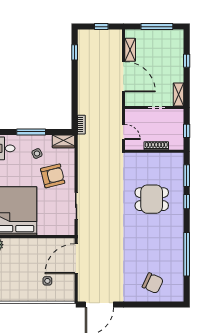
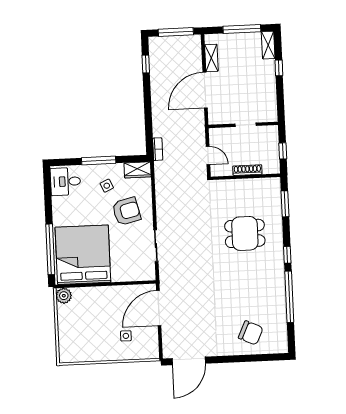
window: (101, 27) -> (176, 32), width x2.17
door: (124, 77) -> (205, 90), swing flipped
shelving: (179, 94) -> (268, 45), moved
window: (187, 202) -> (287, 255), moved

